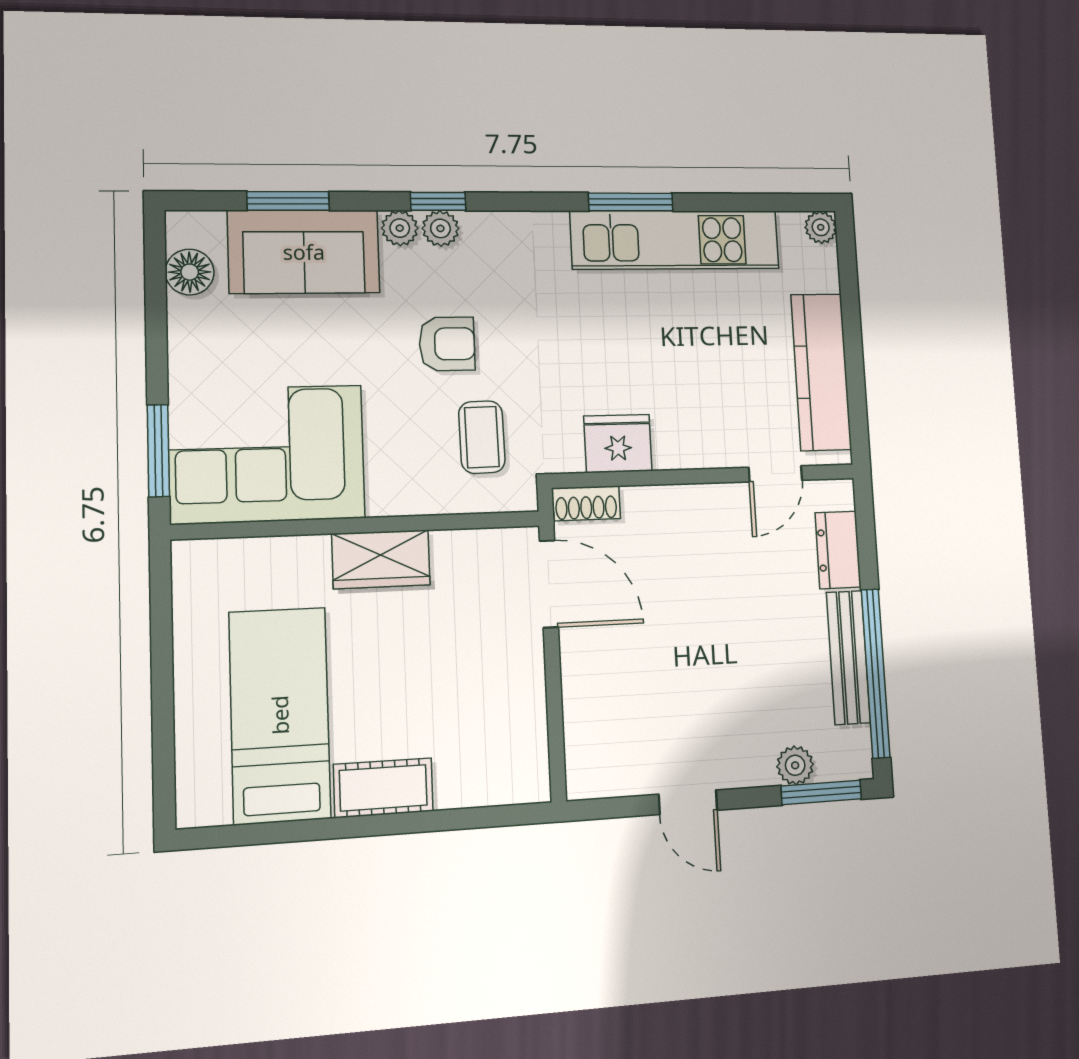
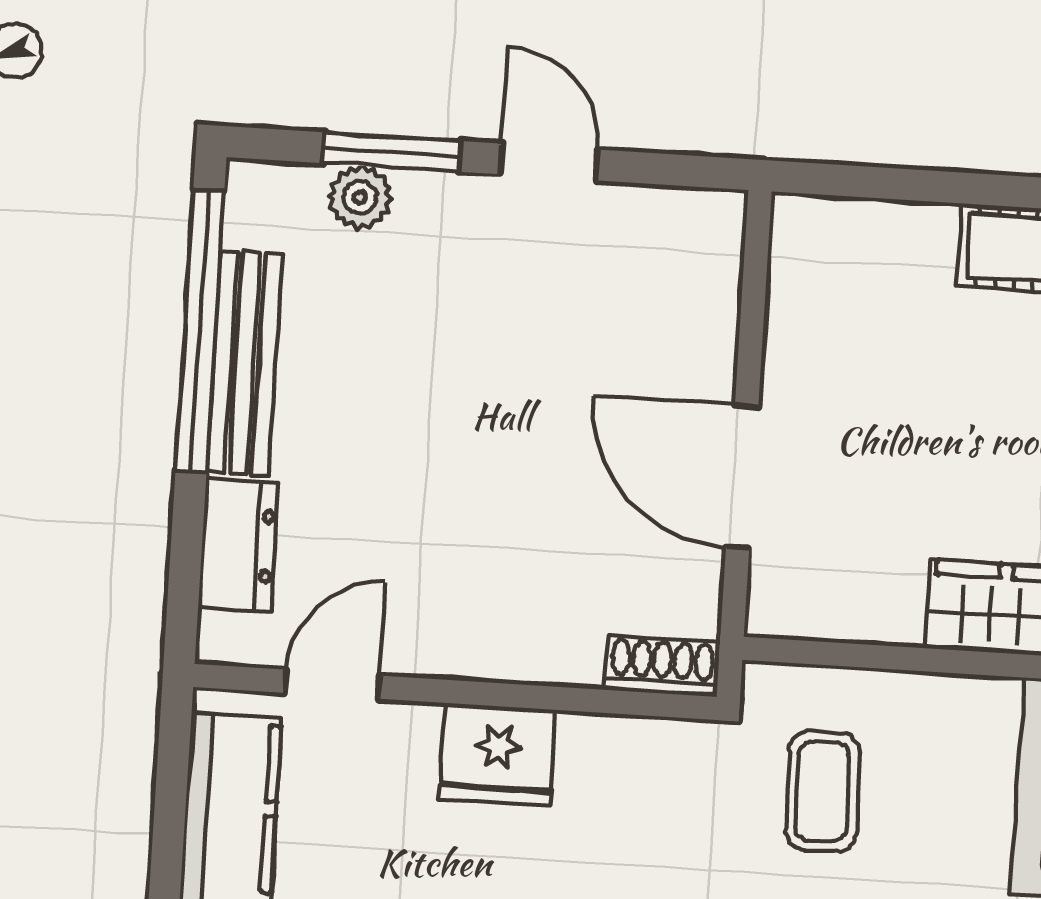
fridge: (618, 443) -> (498, 754), moved
door: (549, 584) -> (742, 477), moved
window: (821, 792) -> (392, 152), moved

